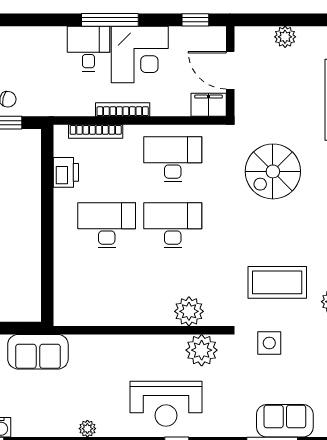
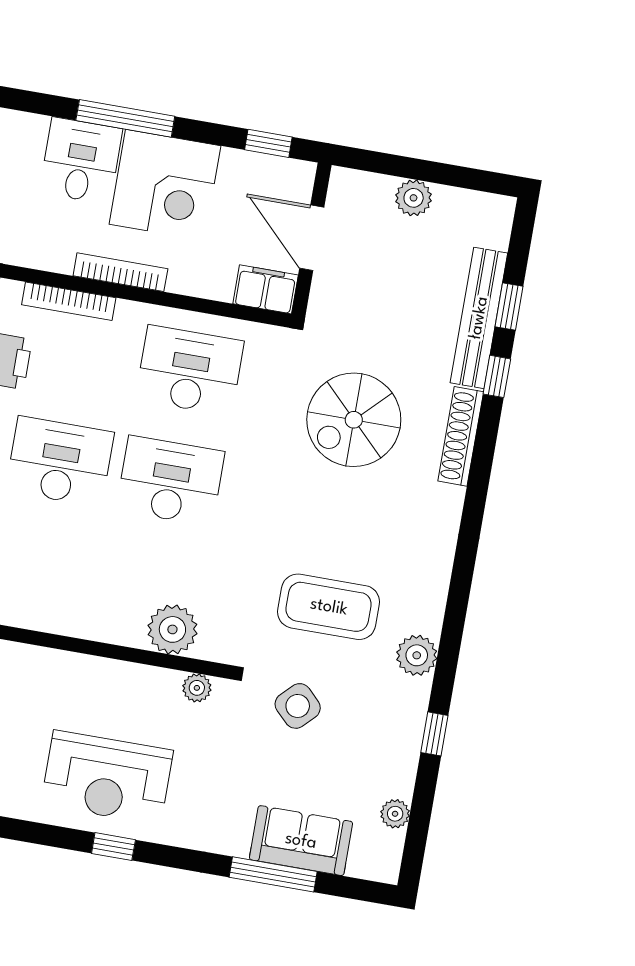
side table: (269, 343) -> (298, 706), turned 45
plant: (202, 350) -> (197, 688), width x0.53, depth x0.53

